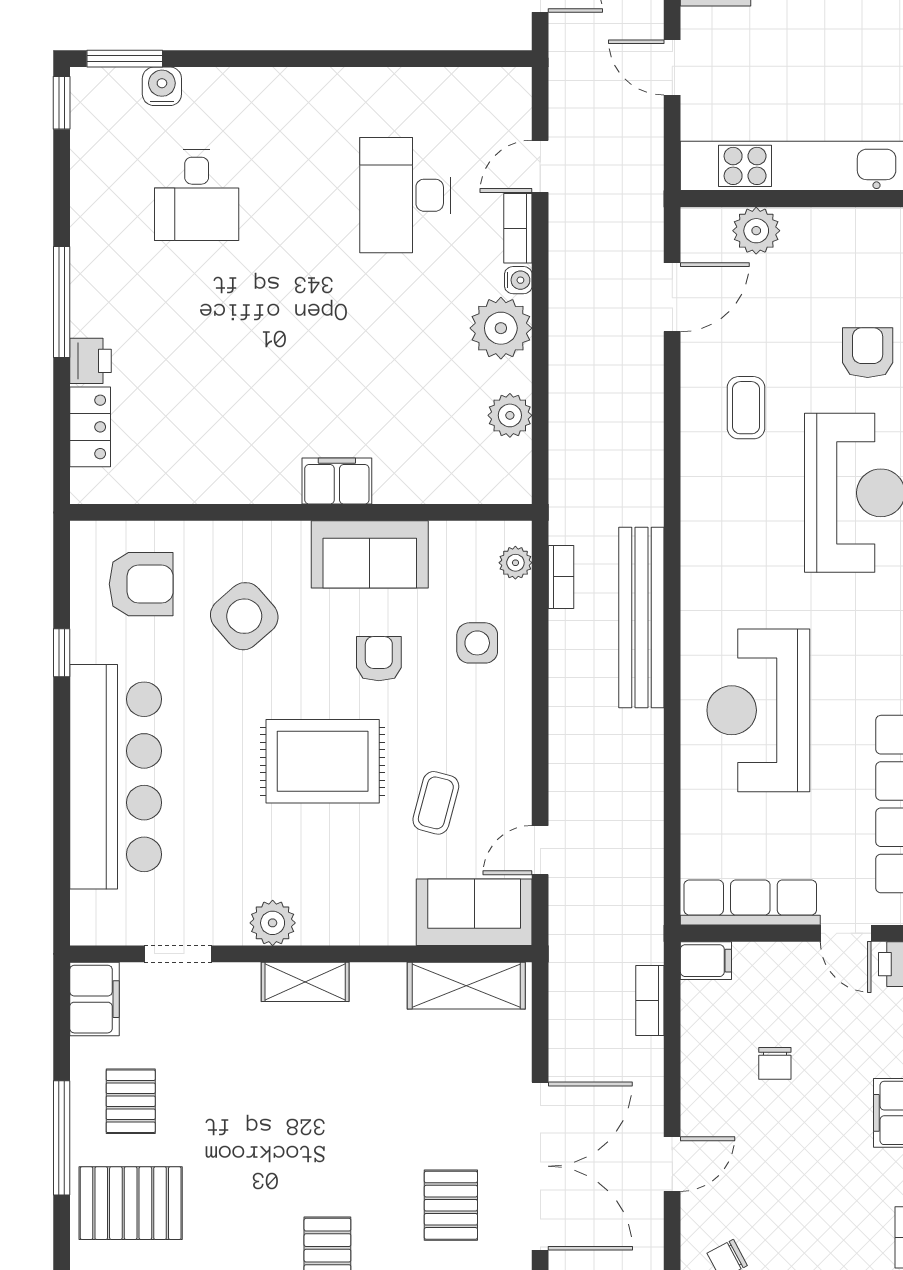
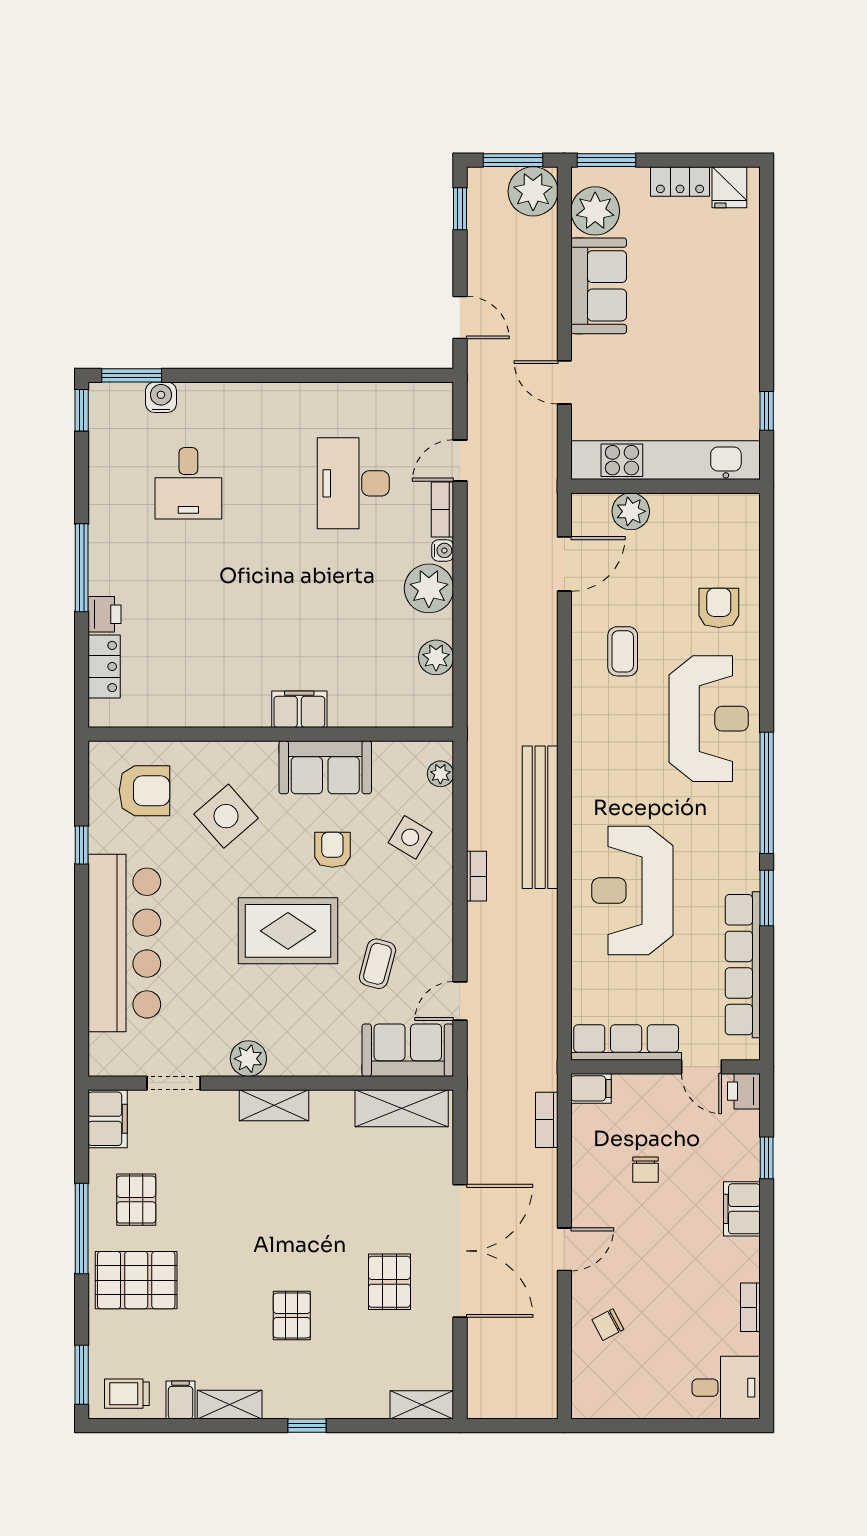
bookcase: (561, 577) -> (476, 876), moved
side table: (477, 643) -> (410, 837), turned 31

